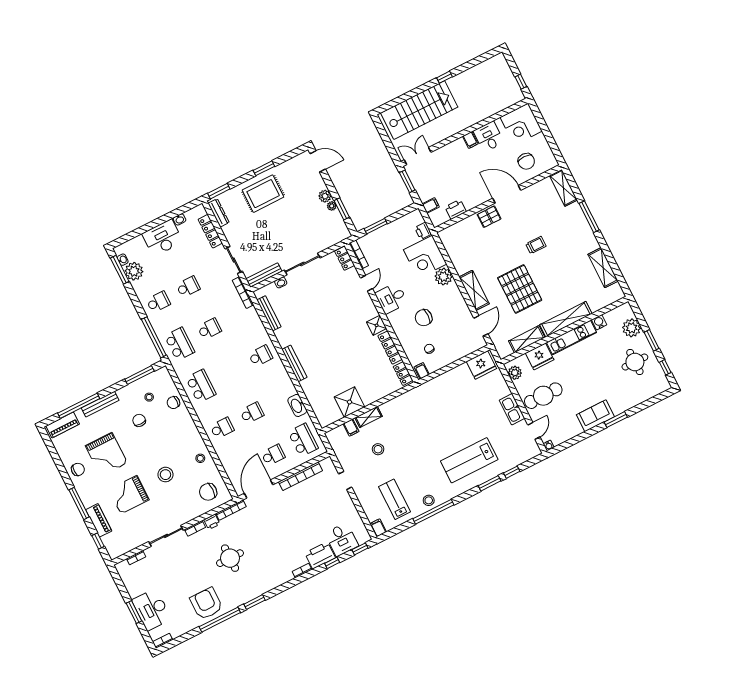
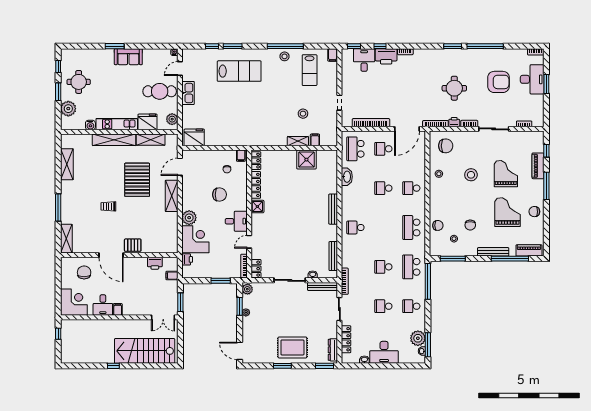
plant: (325, 196) -> (247, 289), moved
grand piano: (129, 495) -> (506, 174), turned -90
armchair: (206, 604) -> (499, 82), moved, turned -90

